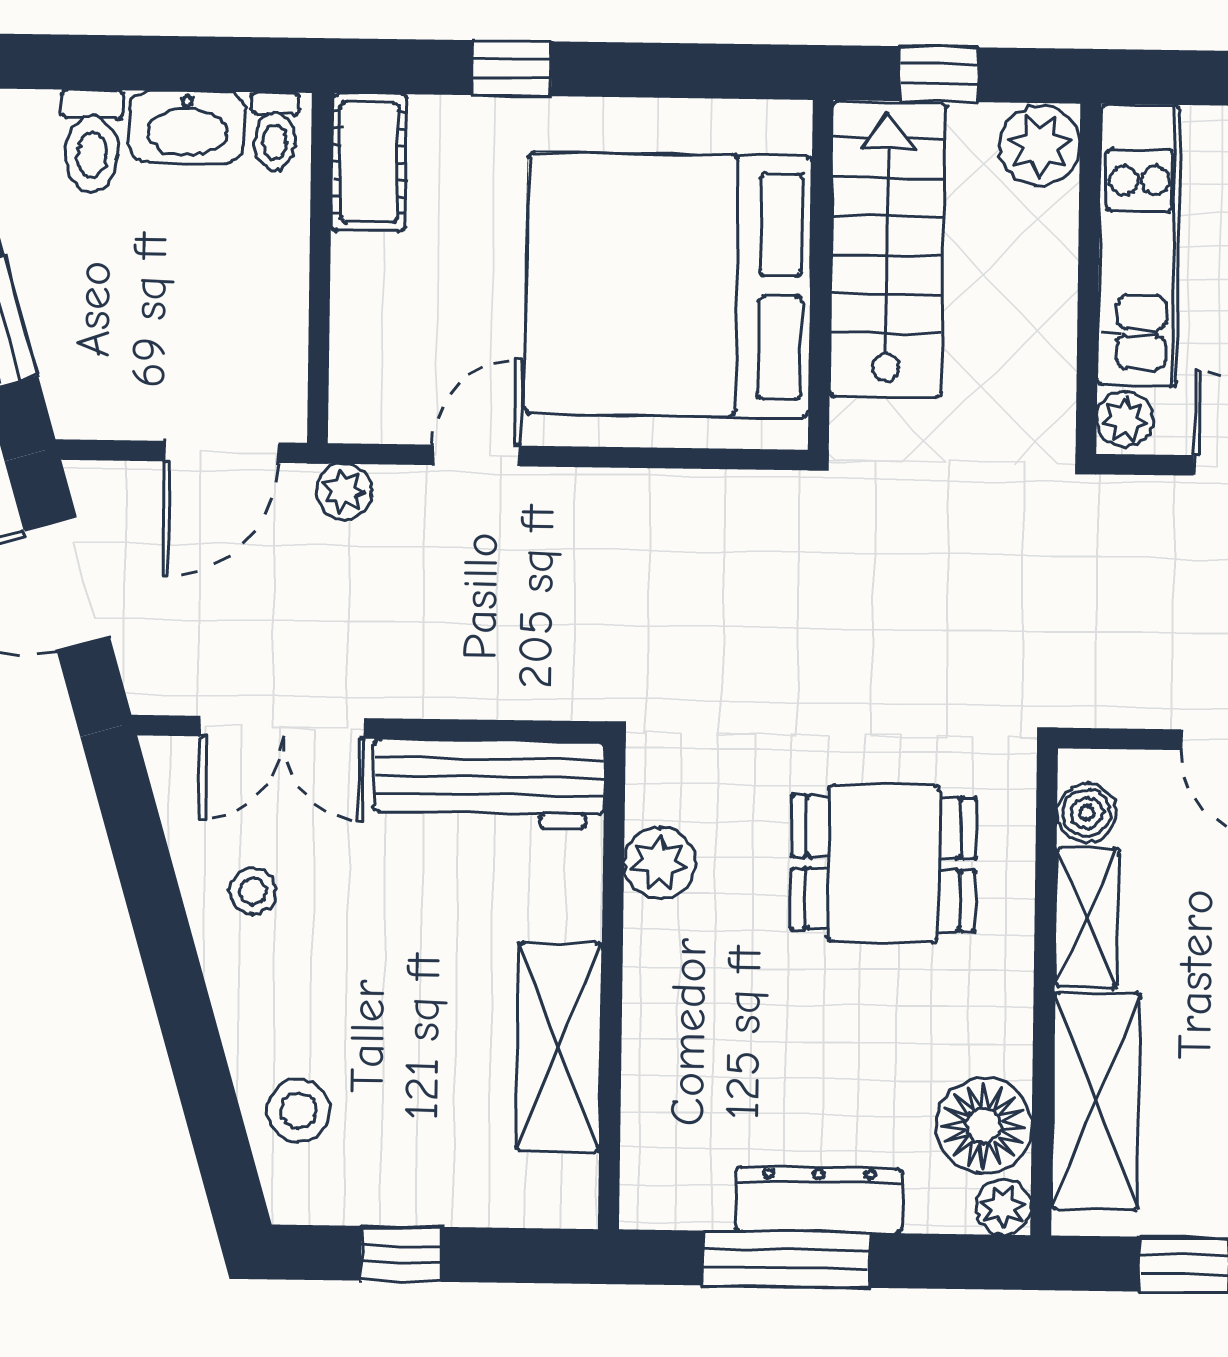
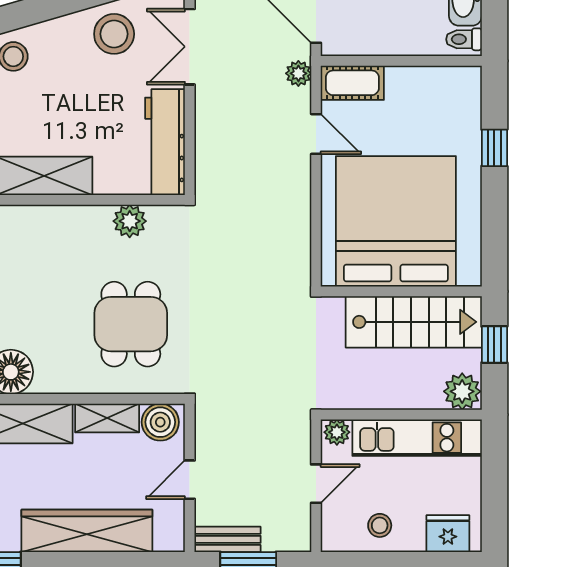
cot: (369, 162) -> (352, 83), moved
boiler: (1086, 813) -> (160, 422), width x1.36, depth x1.36
stool: (253, 891) -> (114, 34), width x1.89, depth x1.89

